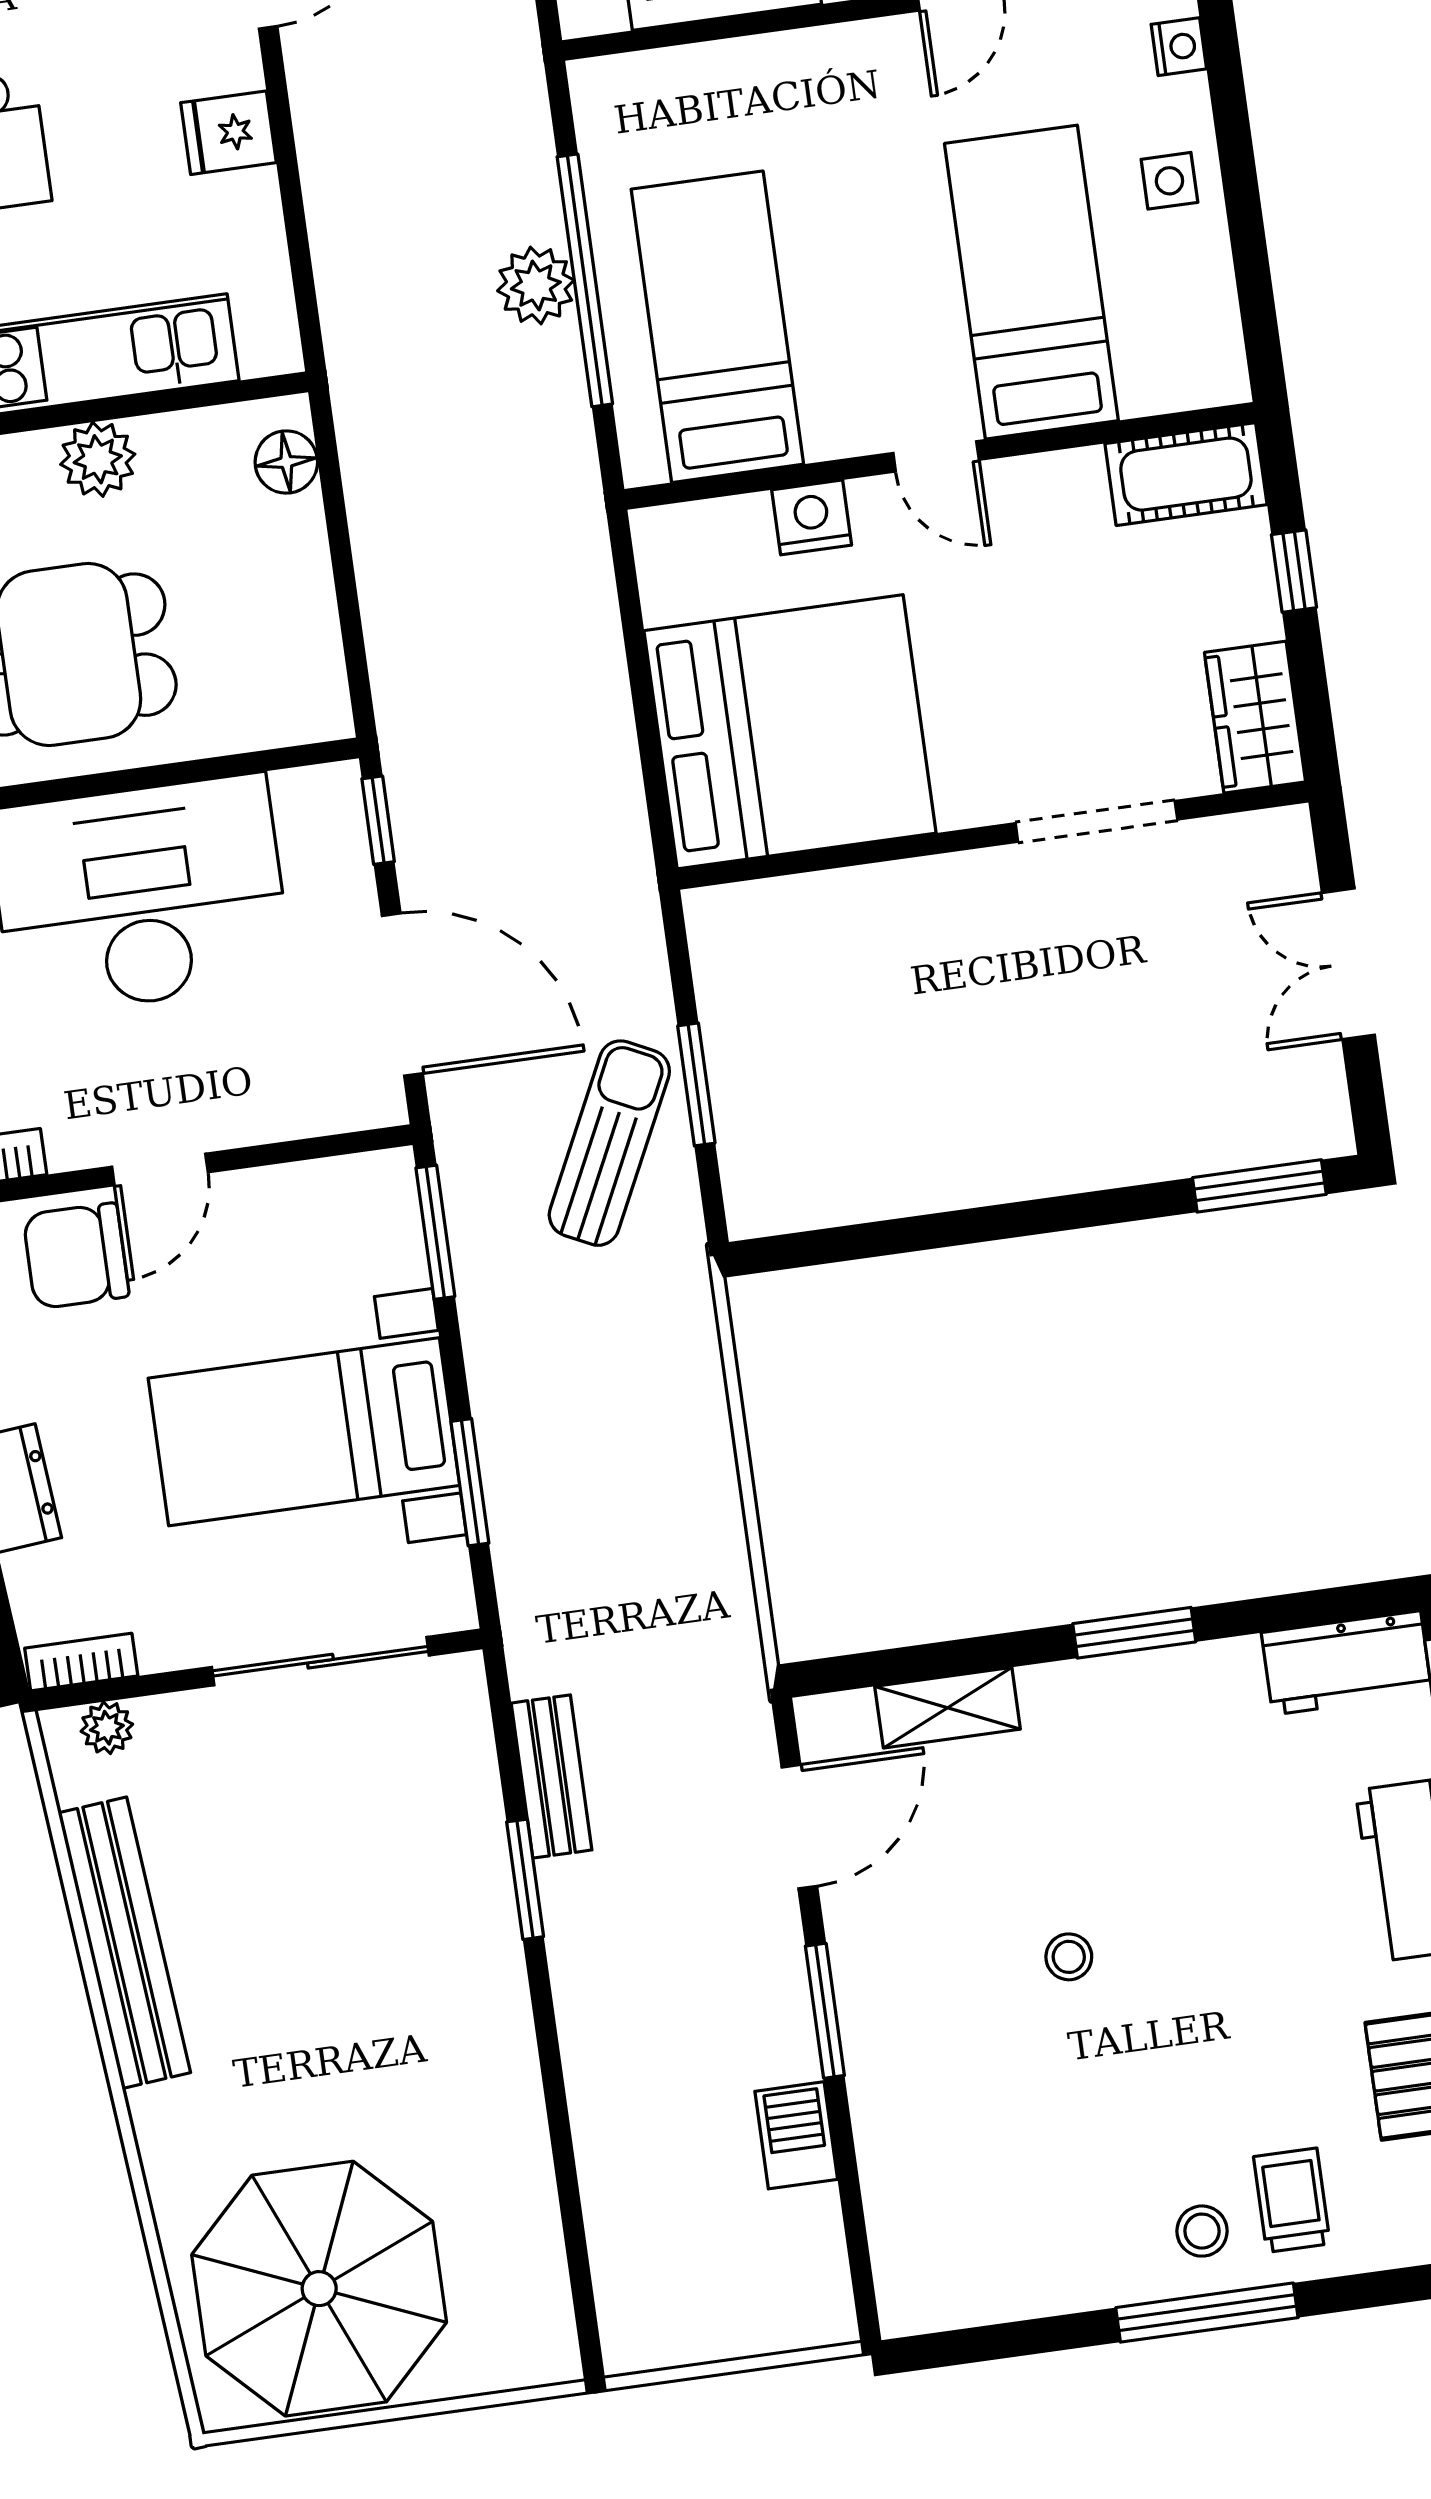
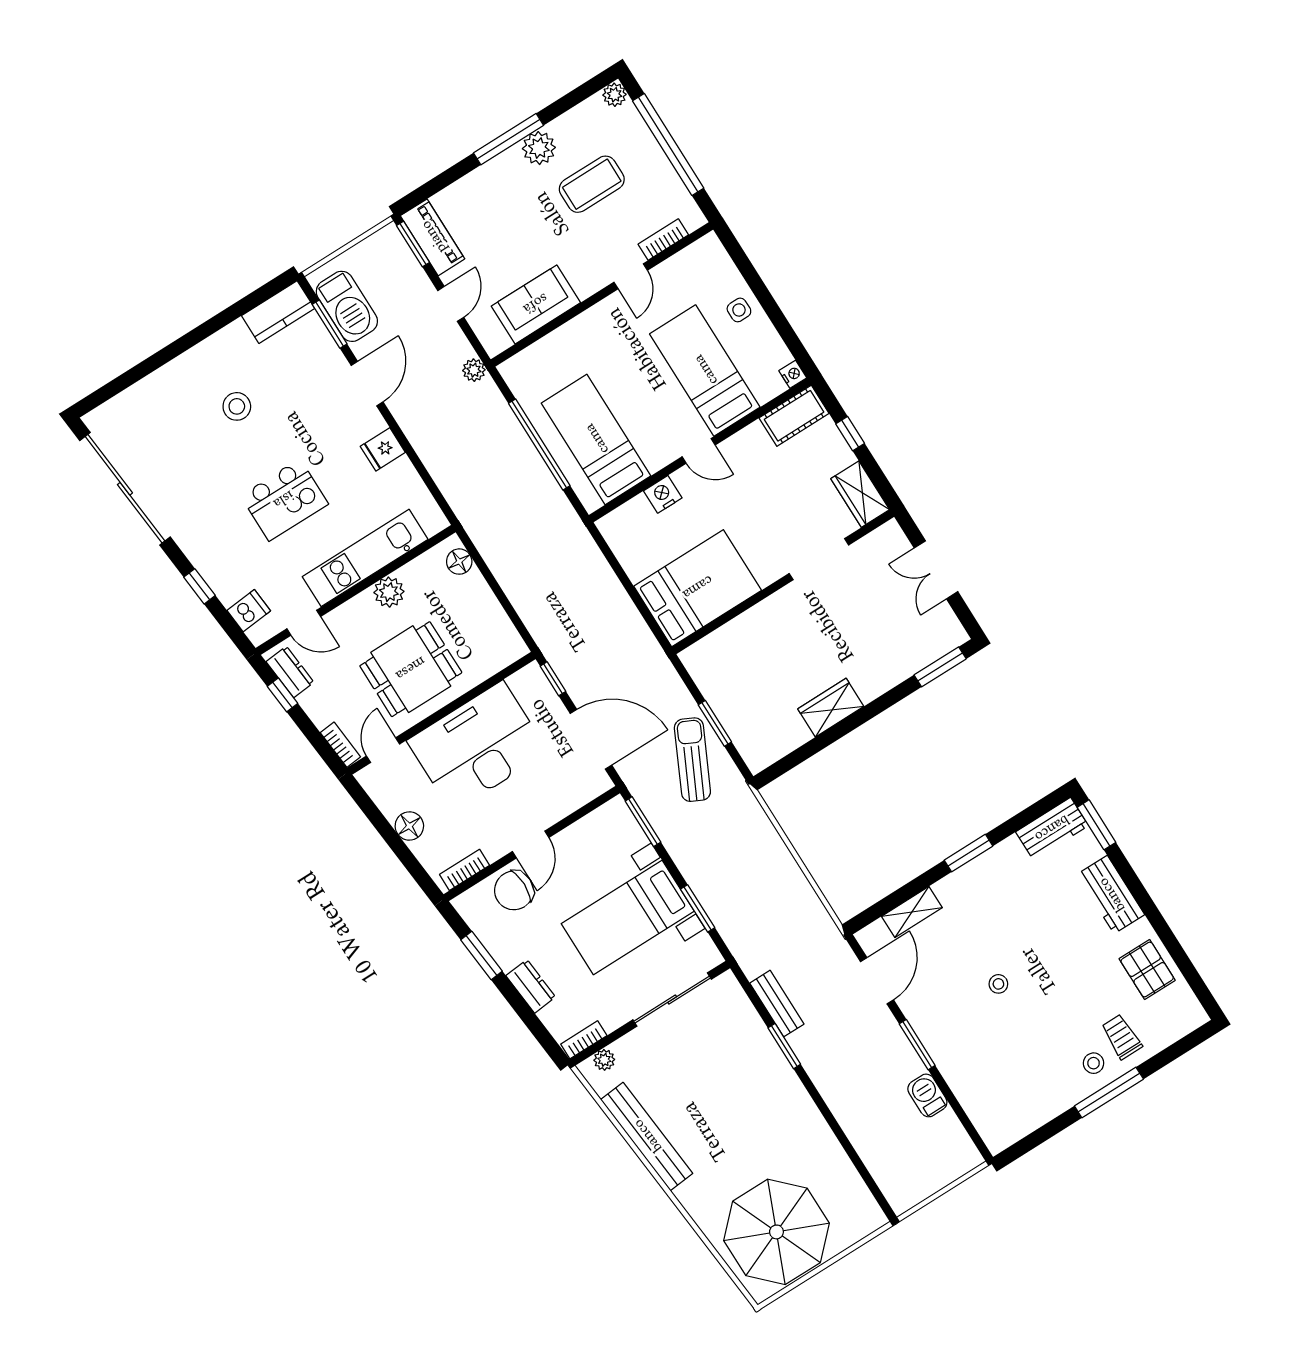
nightstand: (1179, 47) -> (793, 374), moved
plant: (536, 285) -> (474, 370), moved, width x0.73, depth x0.73
bed: (790, 732) -> (698, 588), width x0.73
wardrobe: (972, 1167) -> (831, 708), added

